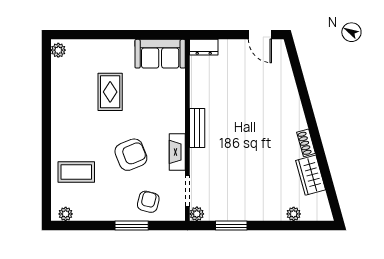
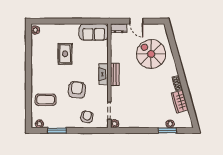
door: (260, 35) -> (136, 21), moved
spiral stairs: (260, 92) -> (151, 54), added
fireplace: (177, 152) -> (104, 74), moved
armchair: (131, 155) -> (77, 90), turned -63
window: (132, 226) -> (57, 130), moved
window: (231, 226) -> (167, 130), moved

